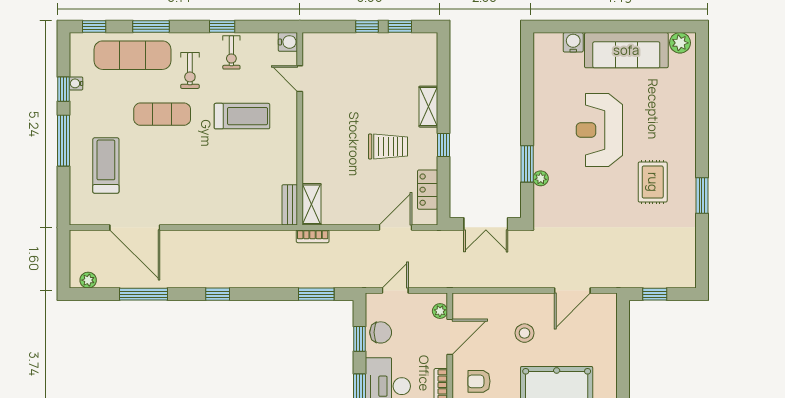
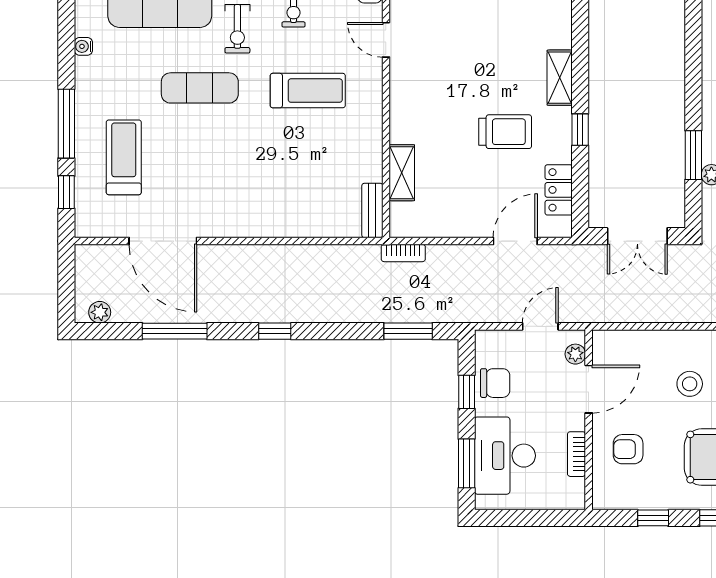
window: (63, 89) -> (66, 192), moved
shelving: (312, 204) -> (402, 173), moved
door: (395, 291) -> (540, 326), moved

